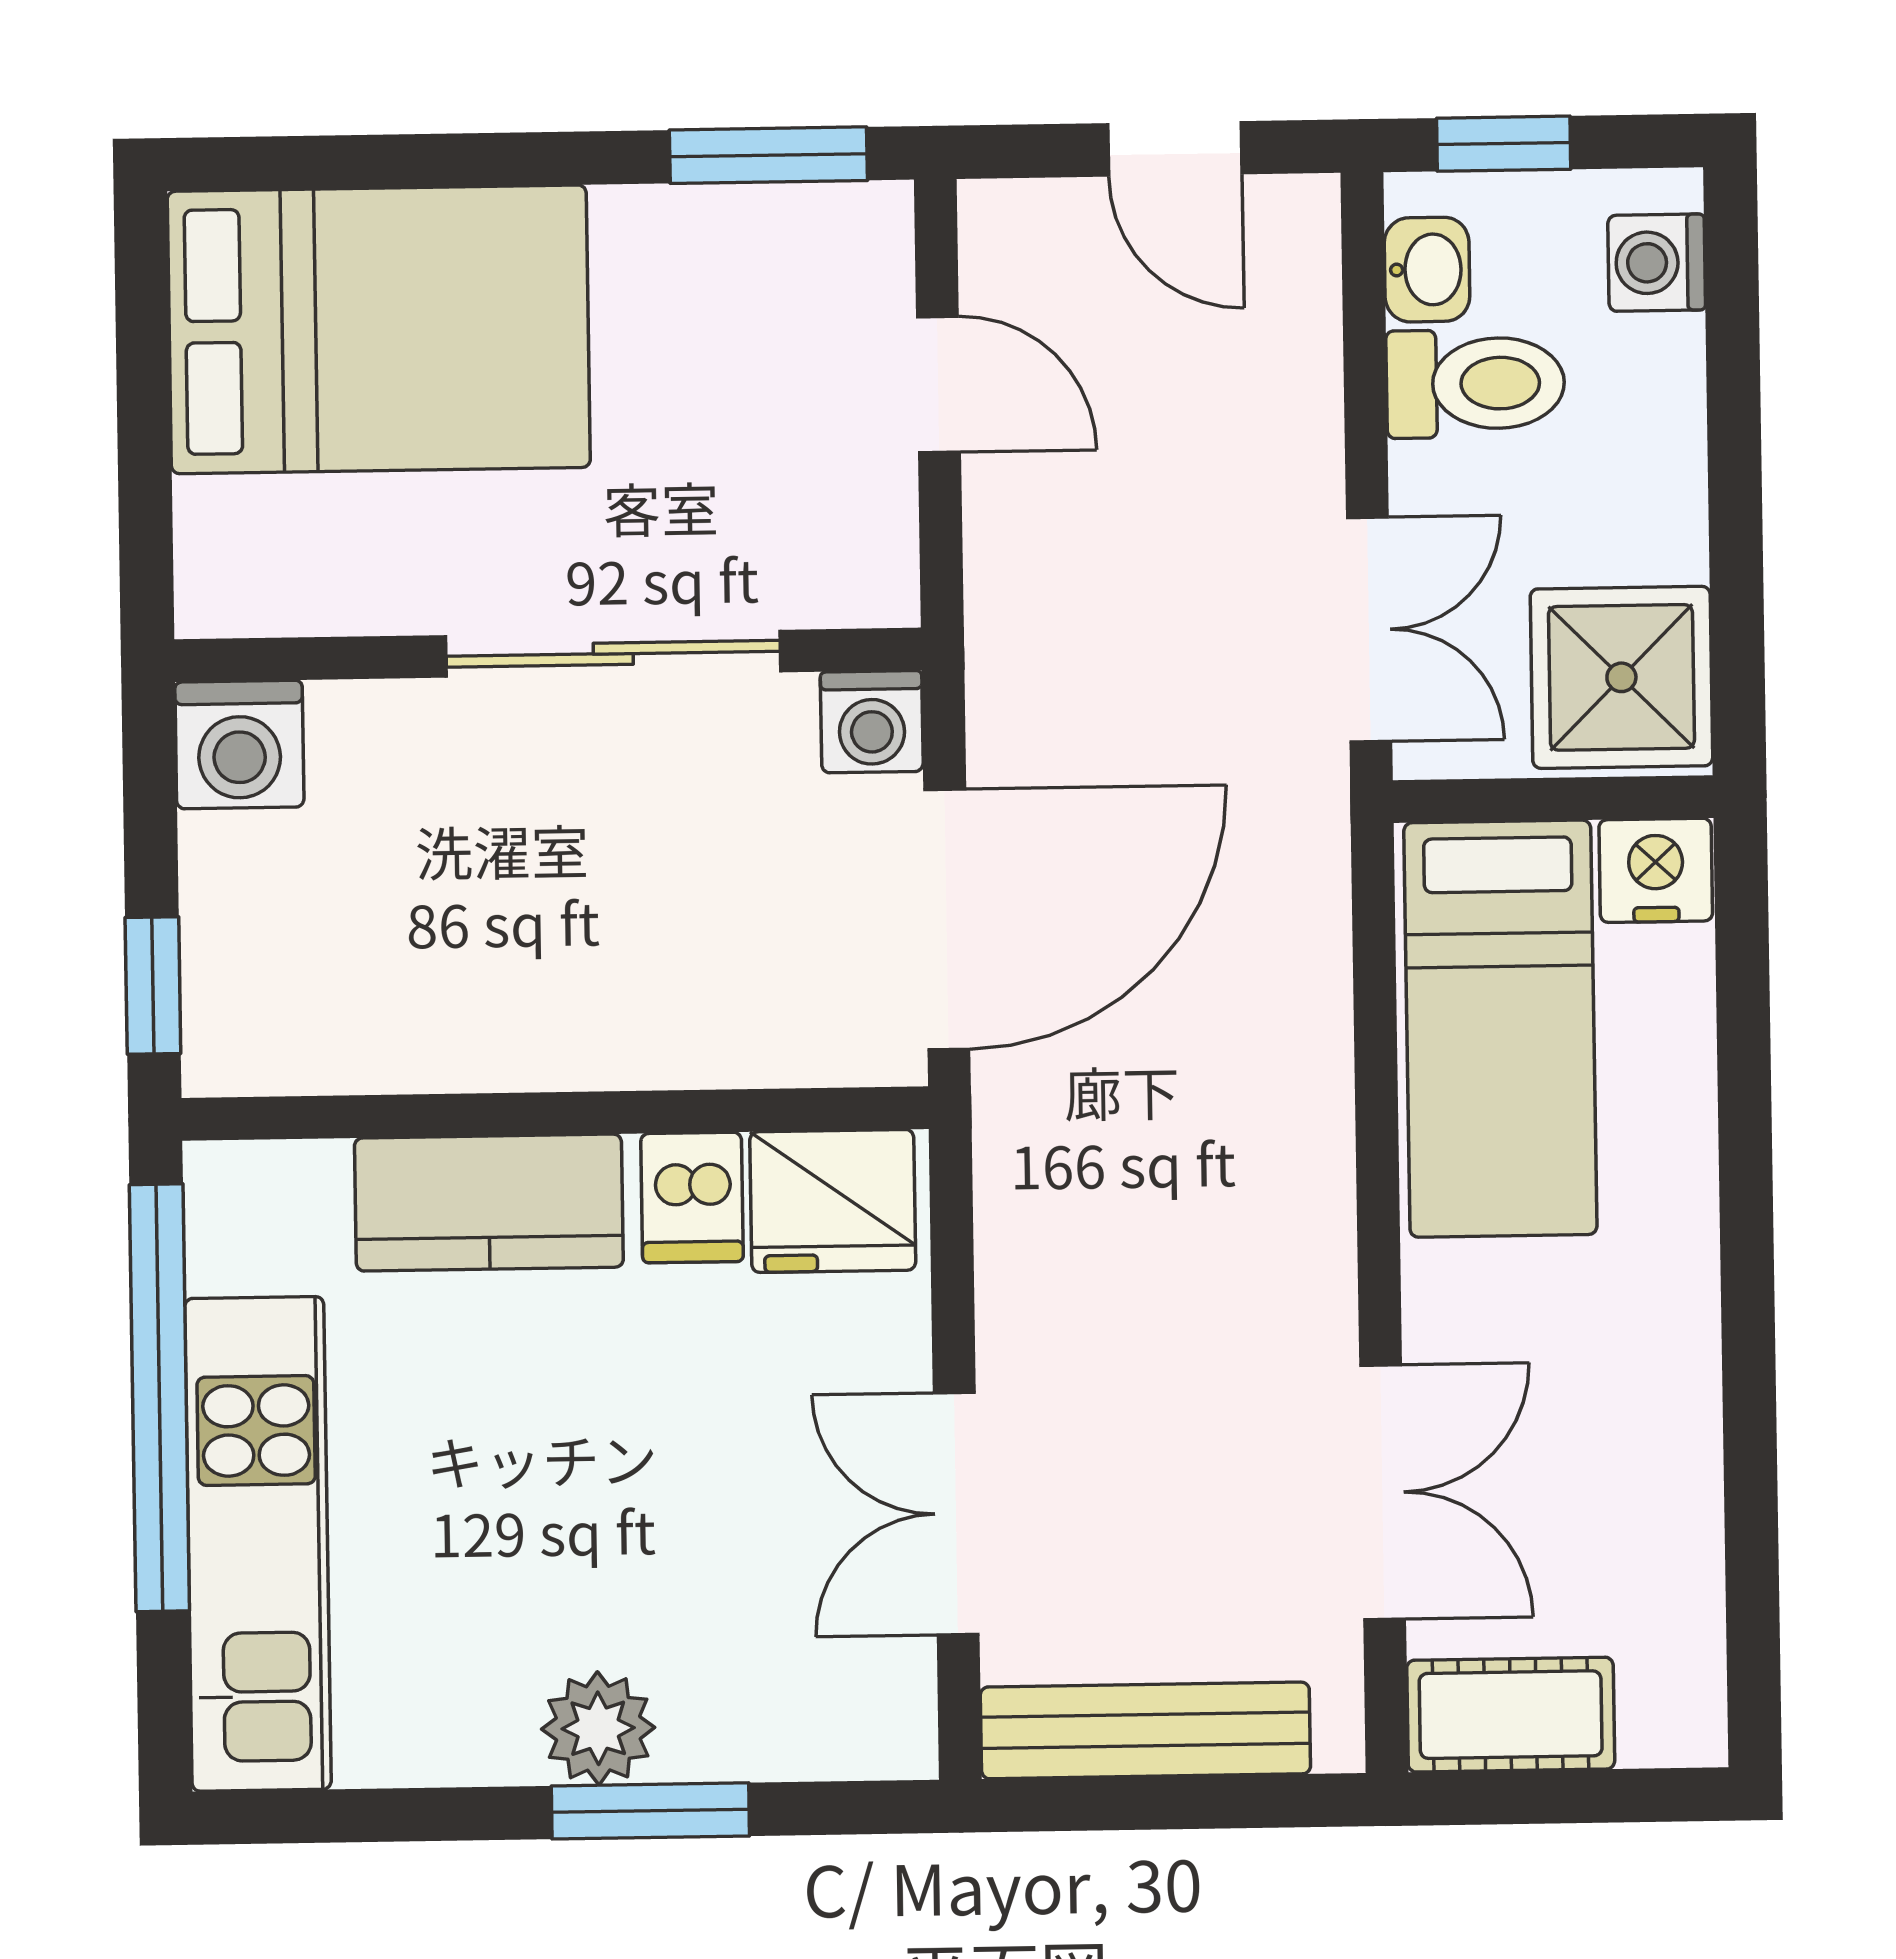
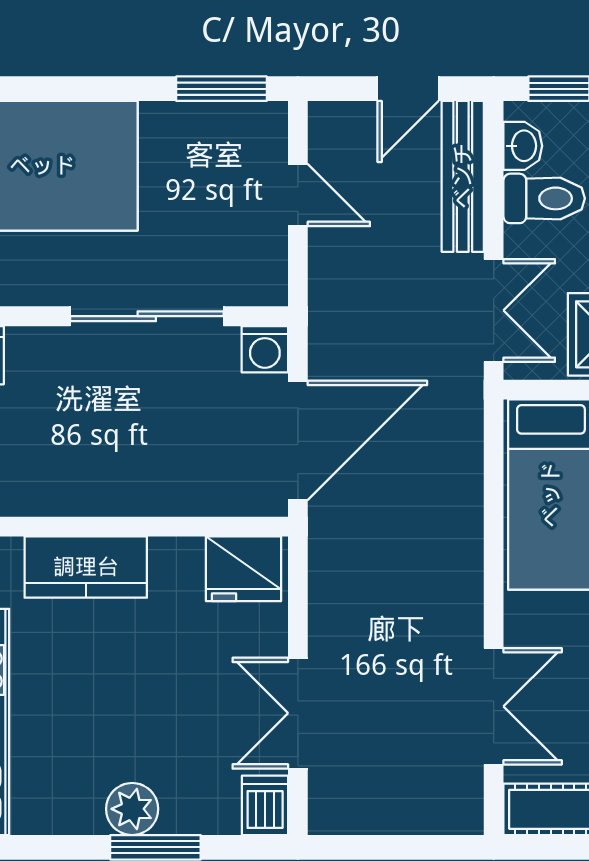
door: (1175, 149) -> (408, 89), hinge flipped
dishwasher: (692, 1198) -> (265, 805), moved, turned 180
bench: (1145, 1730) -> (463, 176), moved, turned 90

